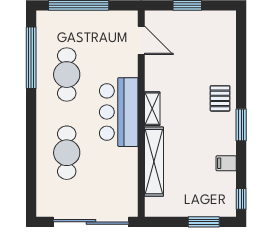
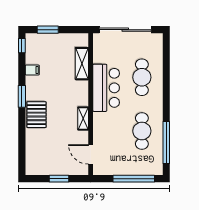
pallet: (220, 98) -> (36, 115), width x1.50, depth x1.42
shelving: (152, 109) -> (83, 118), moved
bar counter: (119, 112) -> (106, 88), moved
shelving: (154, 162) -> (82, 64), width x0.68

